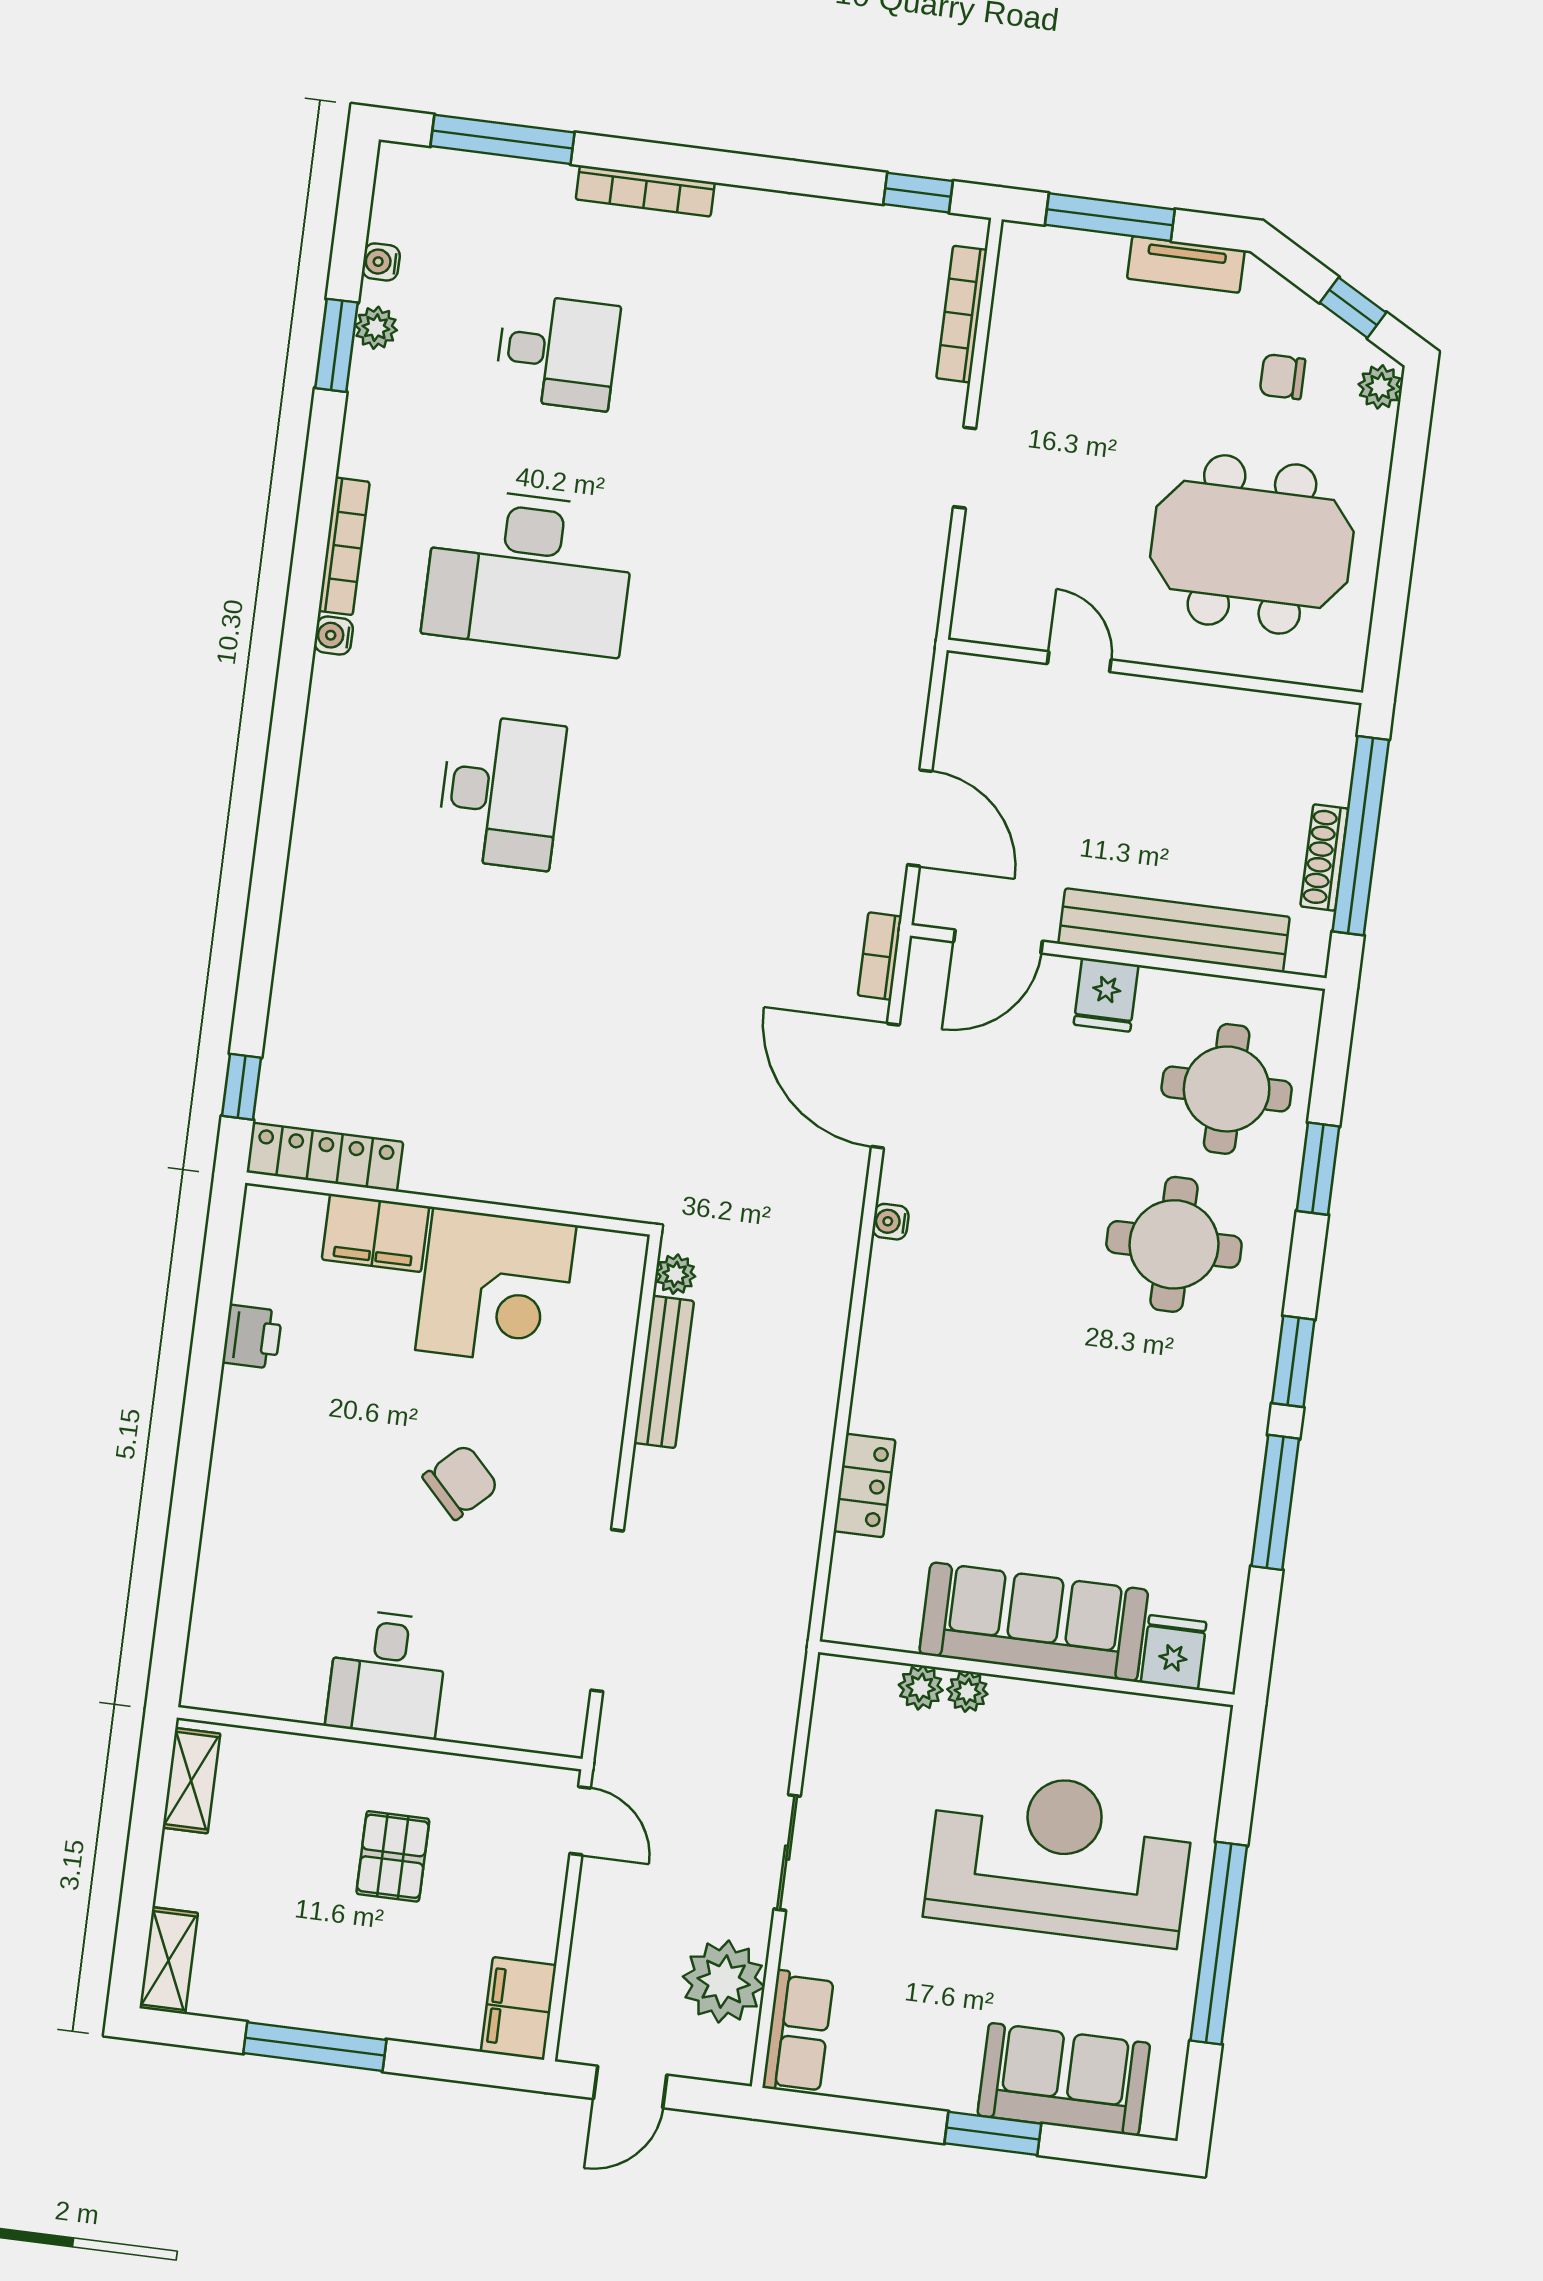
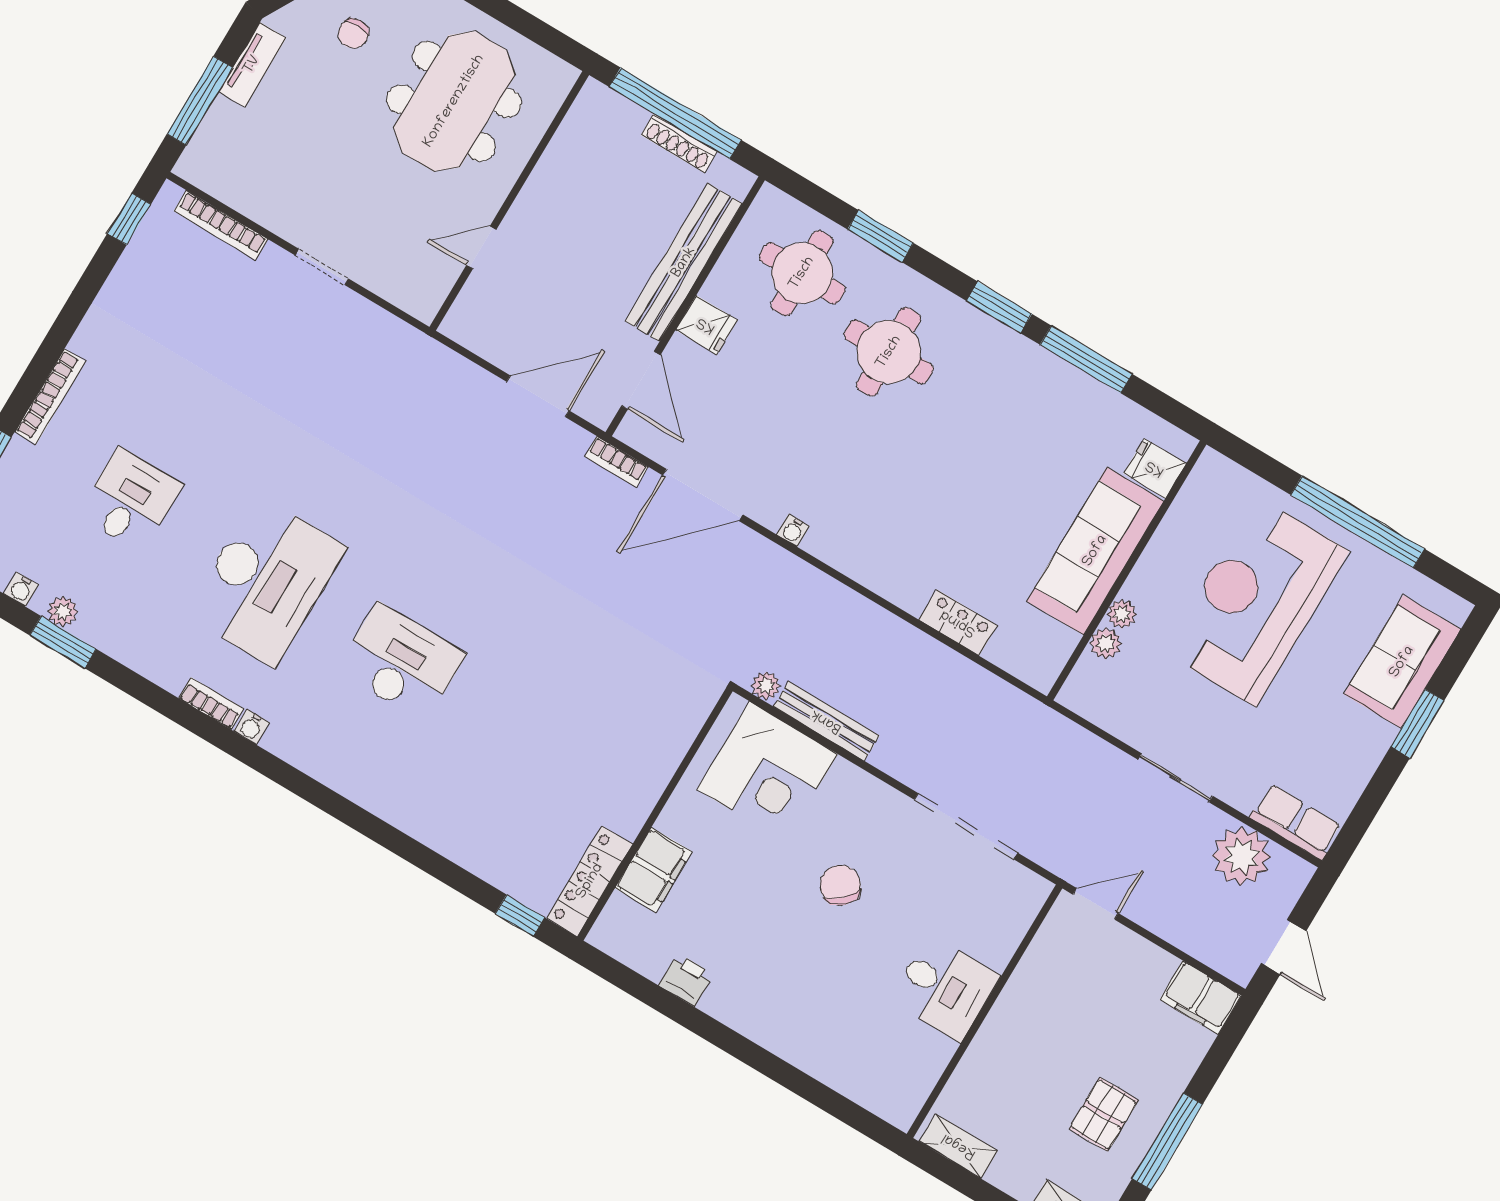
bookcase: (344, 546) -> (211, 703), width x0.64
corner desk: (496, 1288) -> (767, 772), moved, turned 90
pallet: (393, 1856) -> (1104, 1114), moved, turned 90

